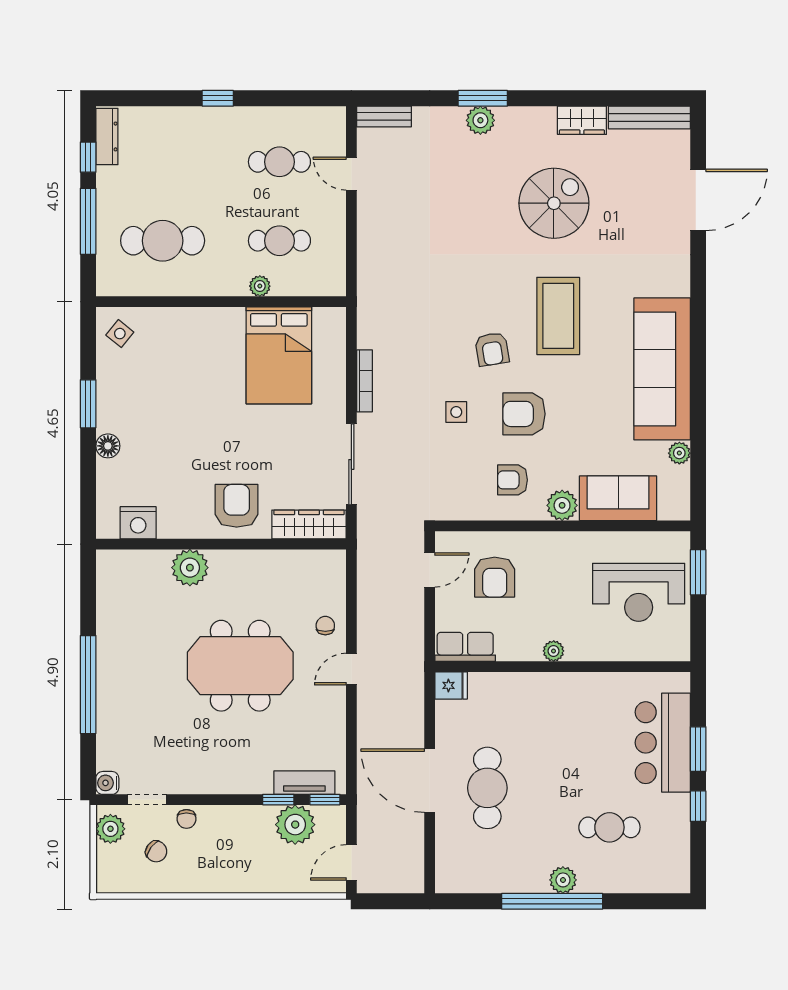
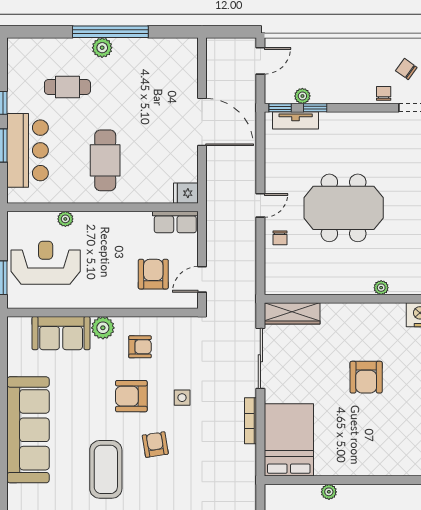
bed: (279, 355) -> (289, 440), moved
armchair: (524, 414) -> (131, 396), turned 180
plant: (679, 453) -> (15, 367), removed
armchair: (237, 506) -> (366, 377), moved
plant: (190, 568) -> (381, 288), width x0.53, depth x0.53
plant: (554, 651) -> (65, 219), moved
cafe table: (487, 788) -> (105, 160), moved
plant: (295, 825) -> (302, 96), width x0.53, depth x0.53

